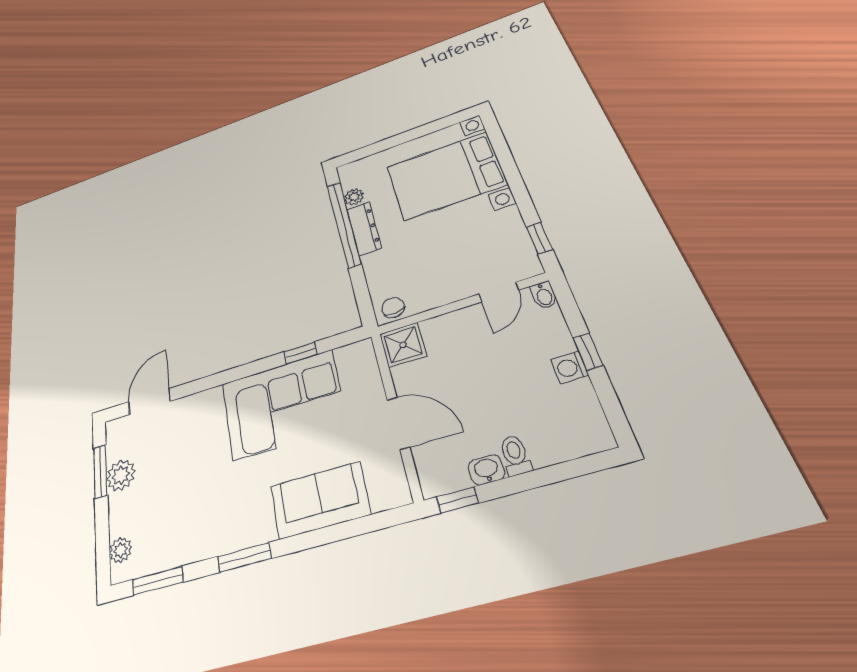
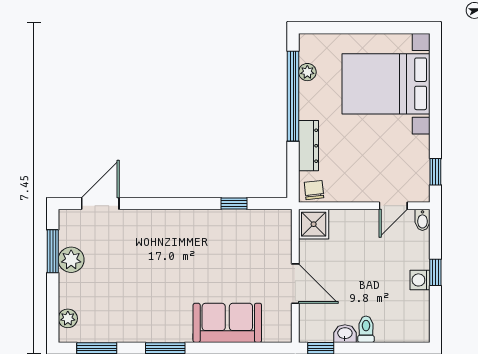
dresser: (364, 228) -> (308, 146), moved
corner sofa: (283, 405) -> (213, 242), removed

